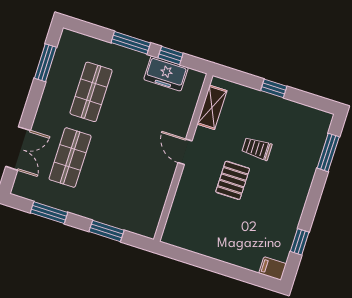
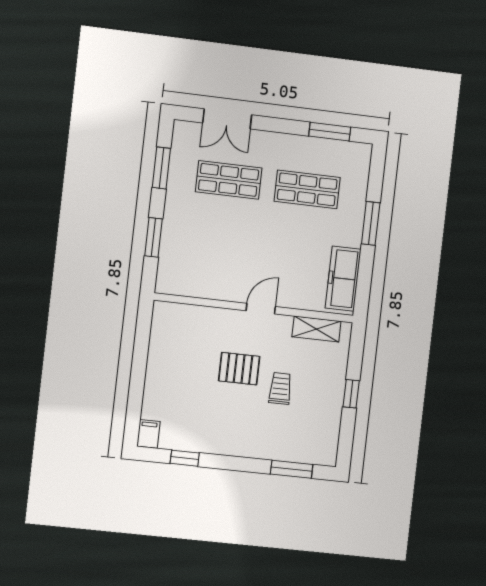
window: (171, 55) -> (365, 271), removed
freezer: (166, 73) -> (343, 279), width x1.40

